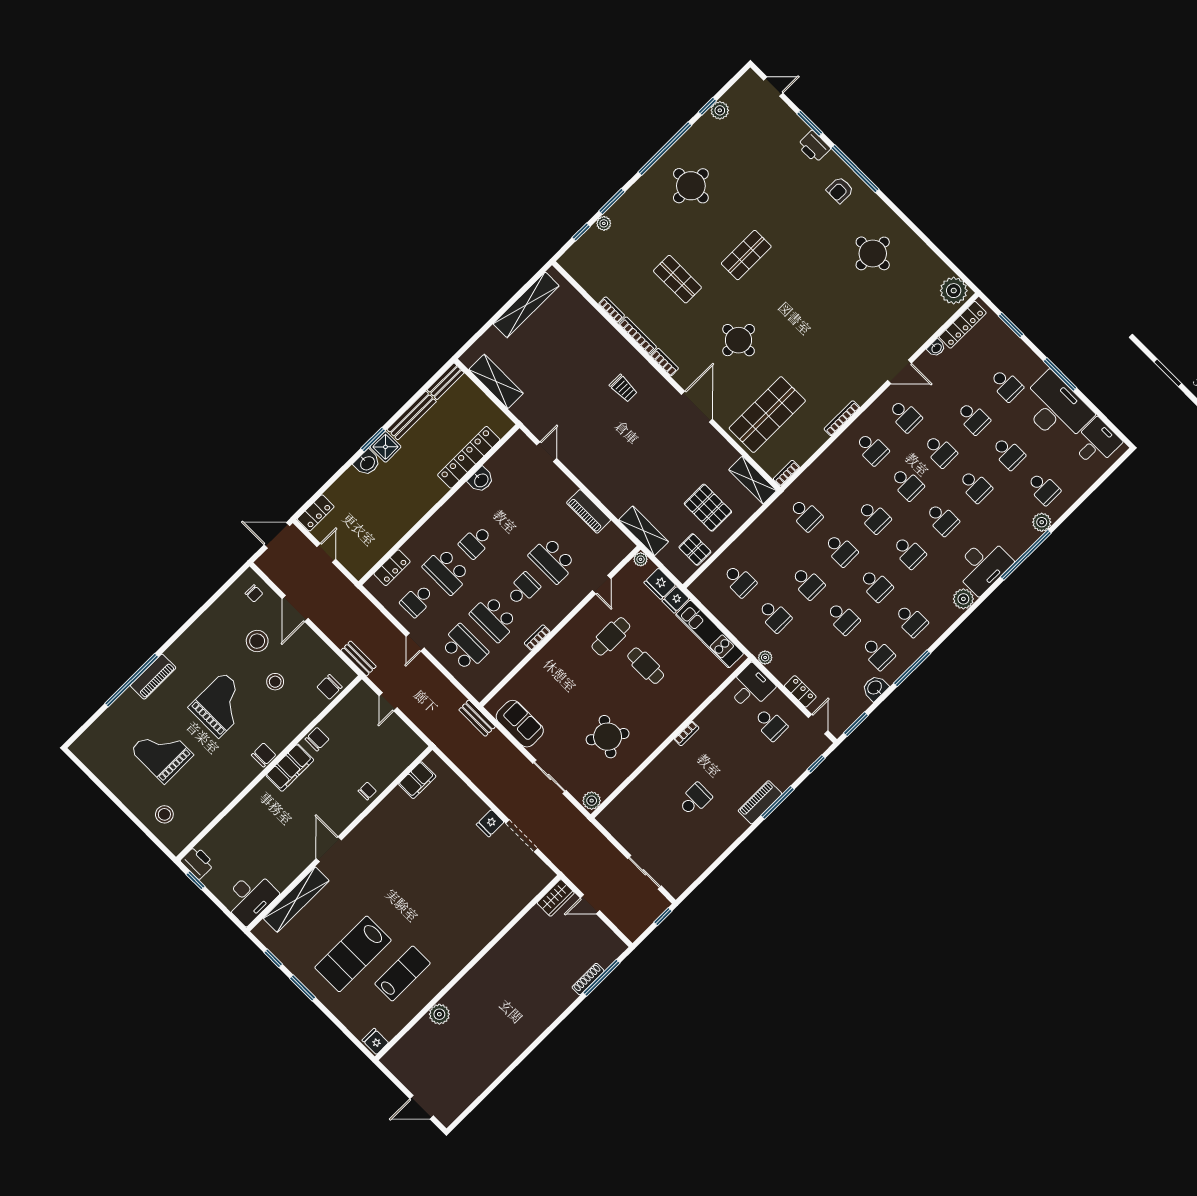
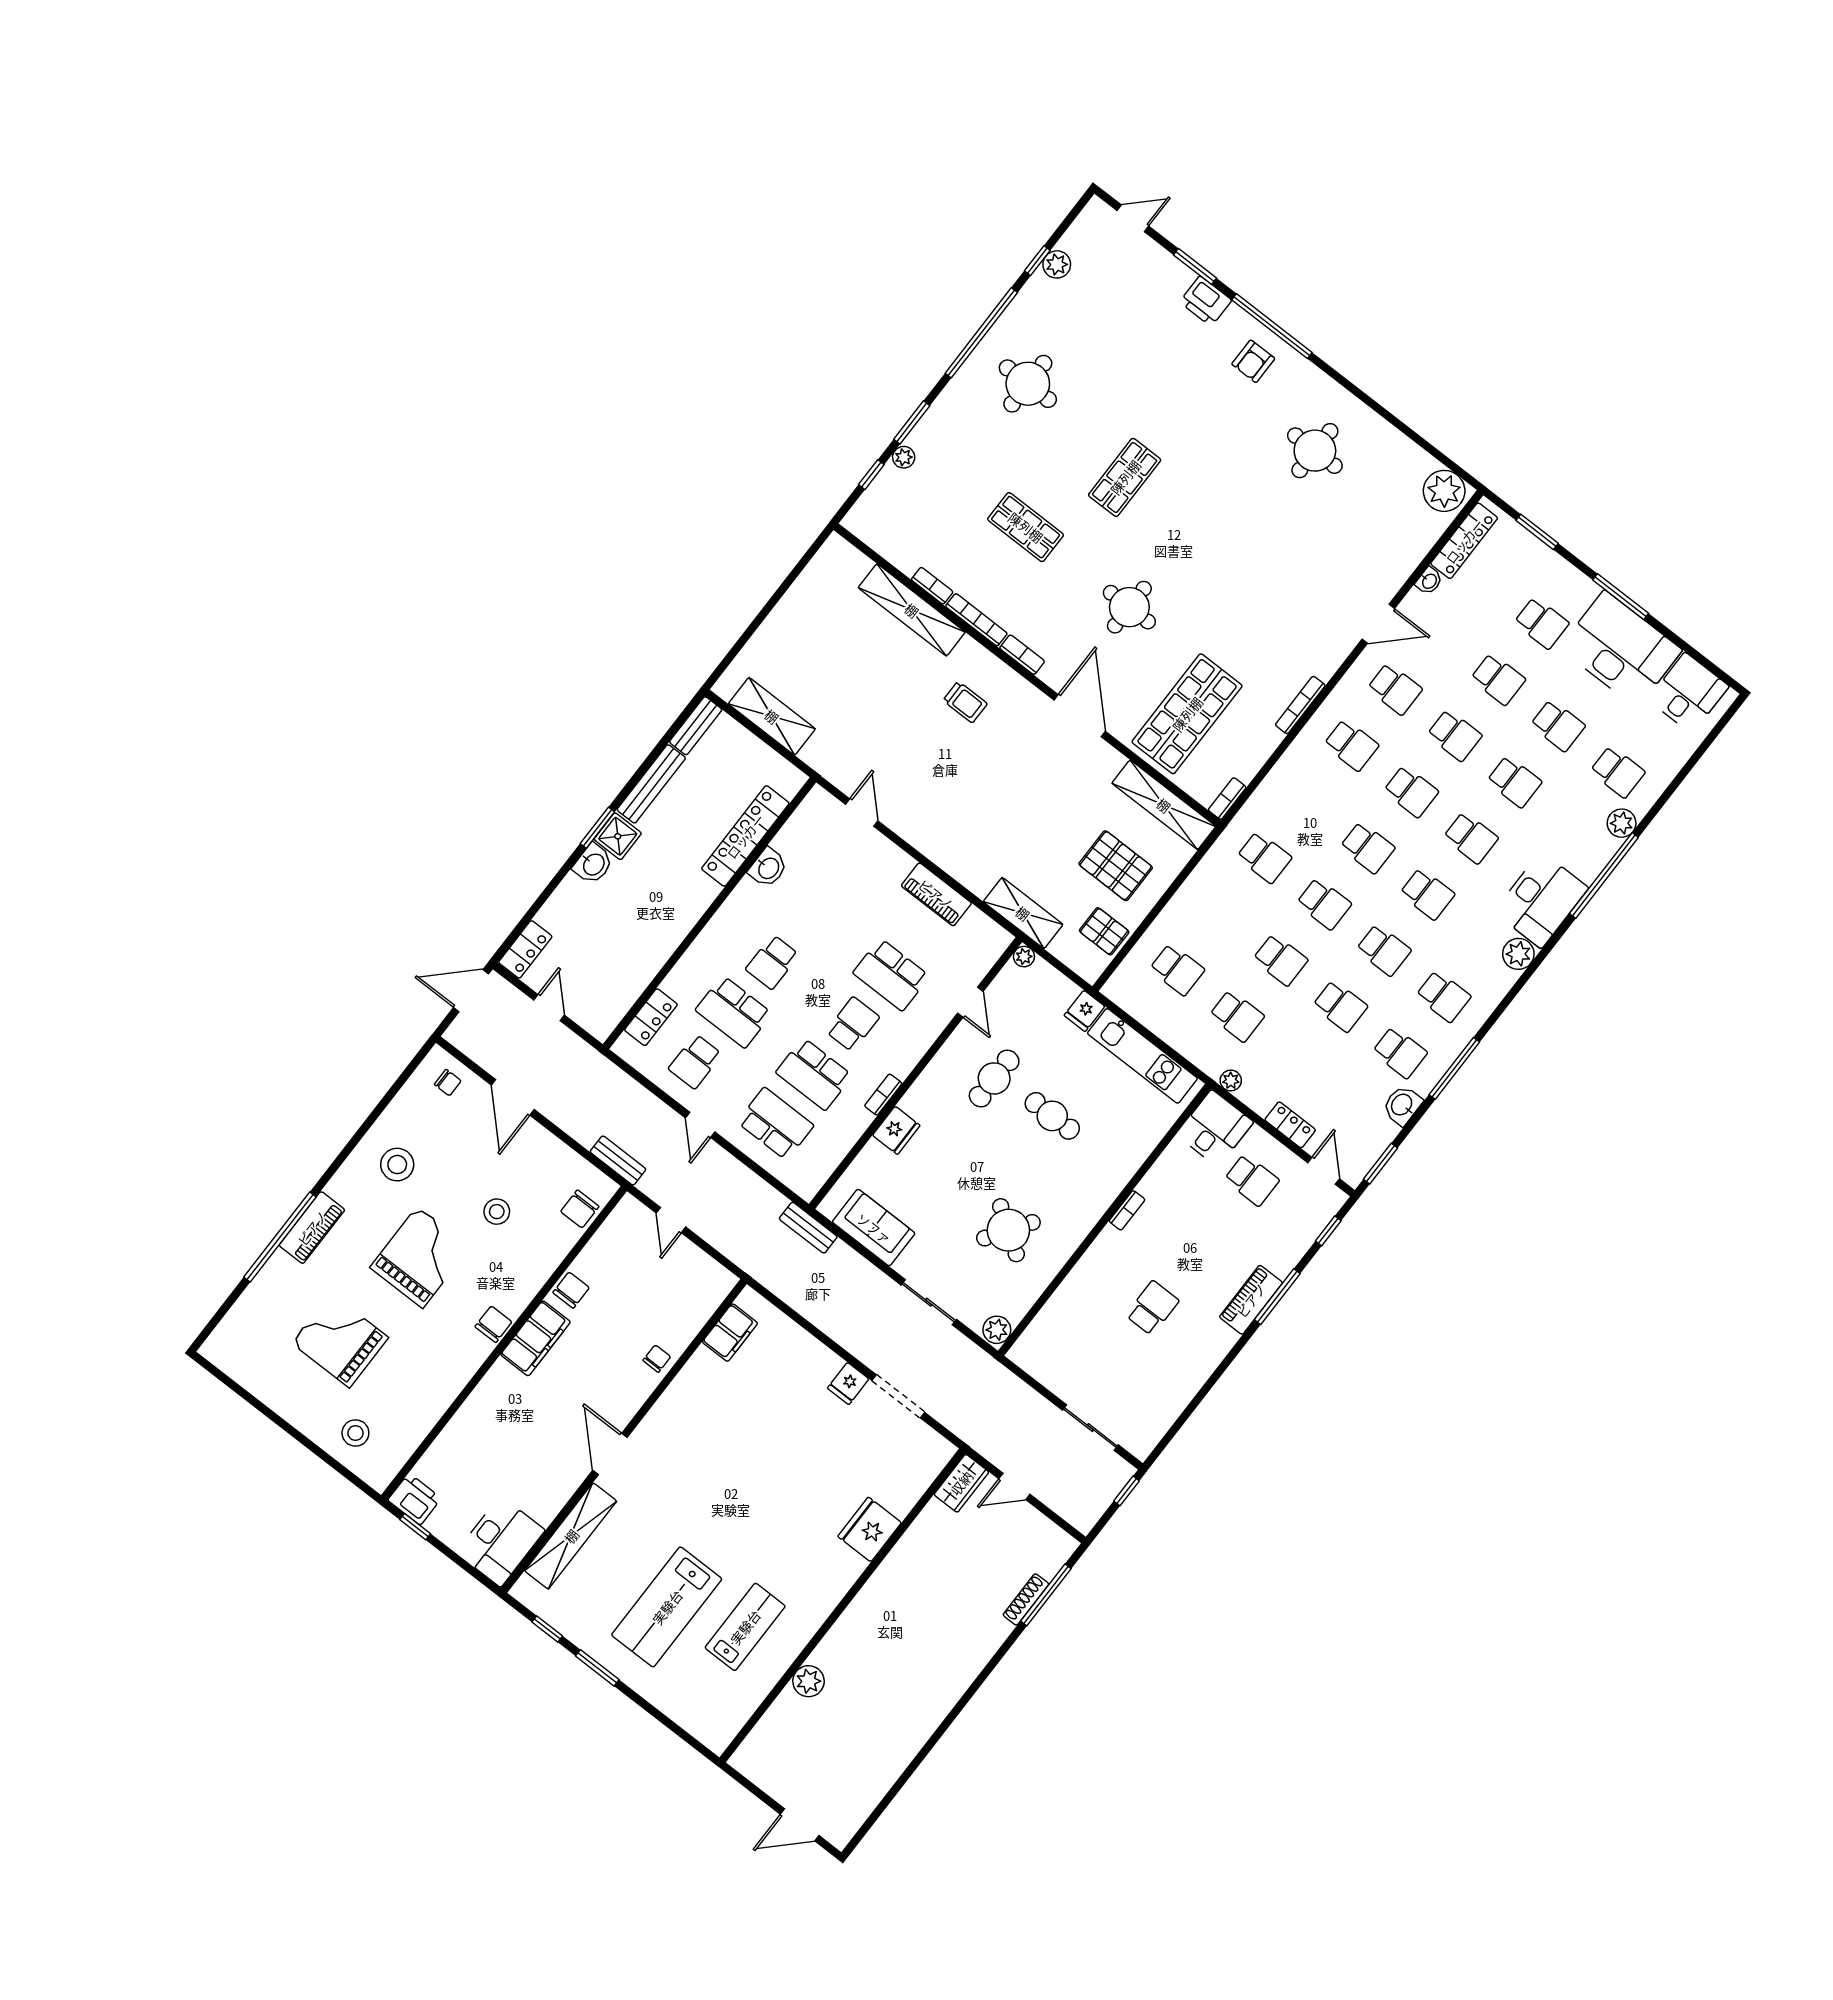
shelving: (526, 305) -> (912, 610), moved, turned 90
shelving: (753, 480) -> (1164, 805), width x1.47
fridge: (660, 584) -> (896, 1130), moved, turned -90
stool: (257, 641) -> (397, 1165), moved
fridge: (375, 1041) -> (870, 1529), moved, width x1.88, depth x1.34

